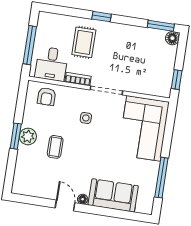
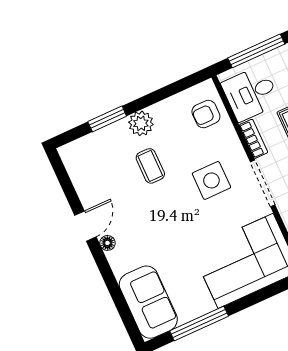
side table: (86, 118) -> (211, 180), width x1.87, depth x1.87
window: (16, 136) -> (107, 119), moved
coffee table: (55, 147) -> (150, 166), turned 90
sofa: (113, 195) -> (148, 302), moved

